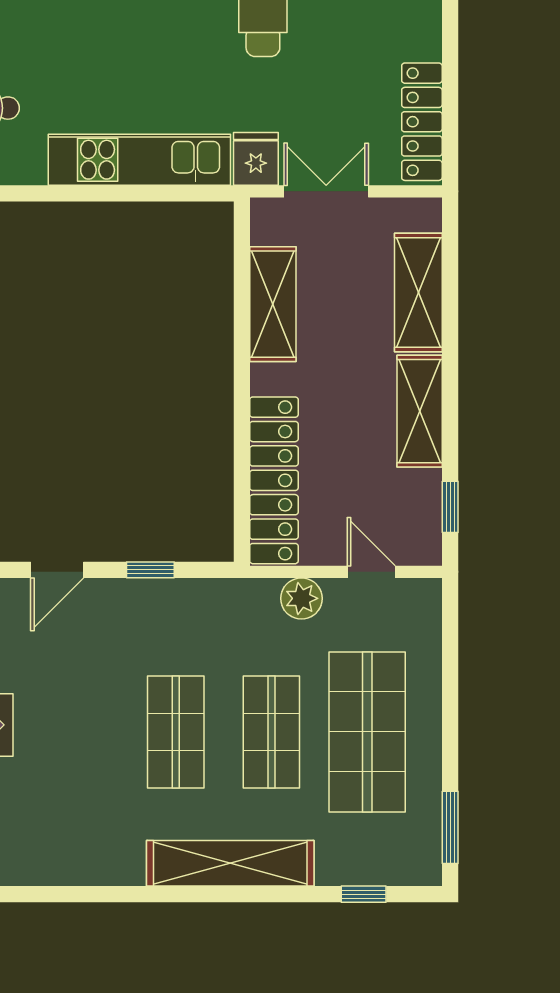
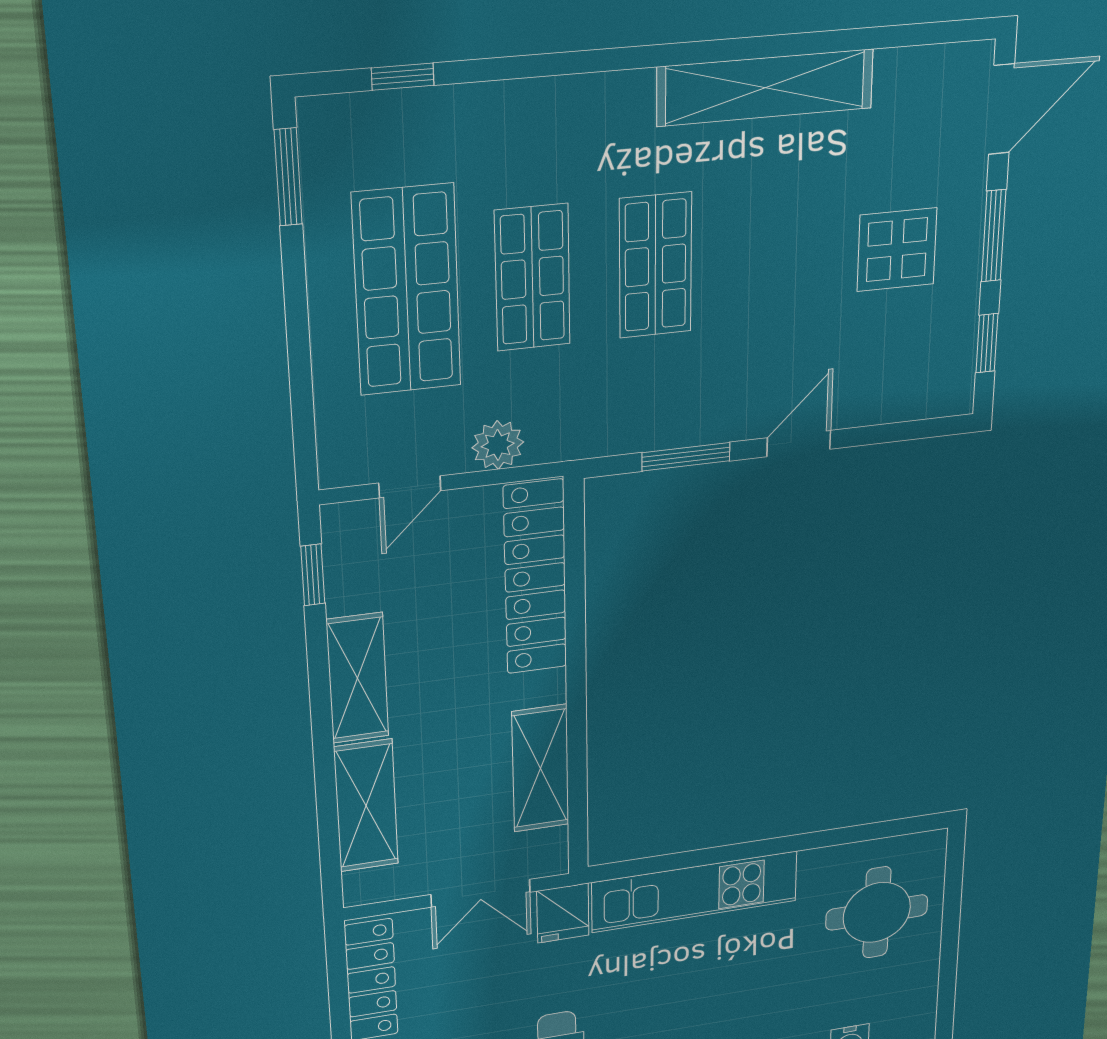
window: (150, 570) -> (686, 457), width x1.50
door: (371, 572) -> (410, 487), hinge flipped
shelving: (230, 863) -> (765, 88), moved

